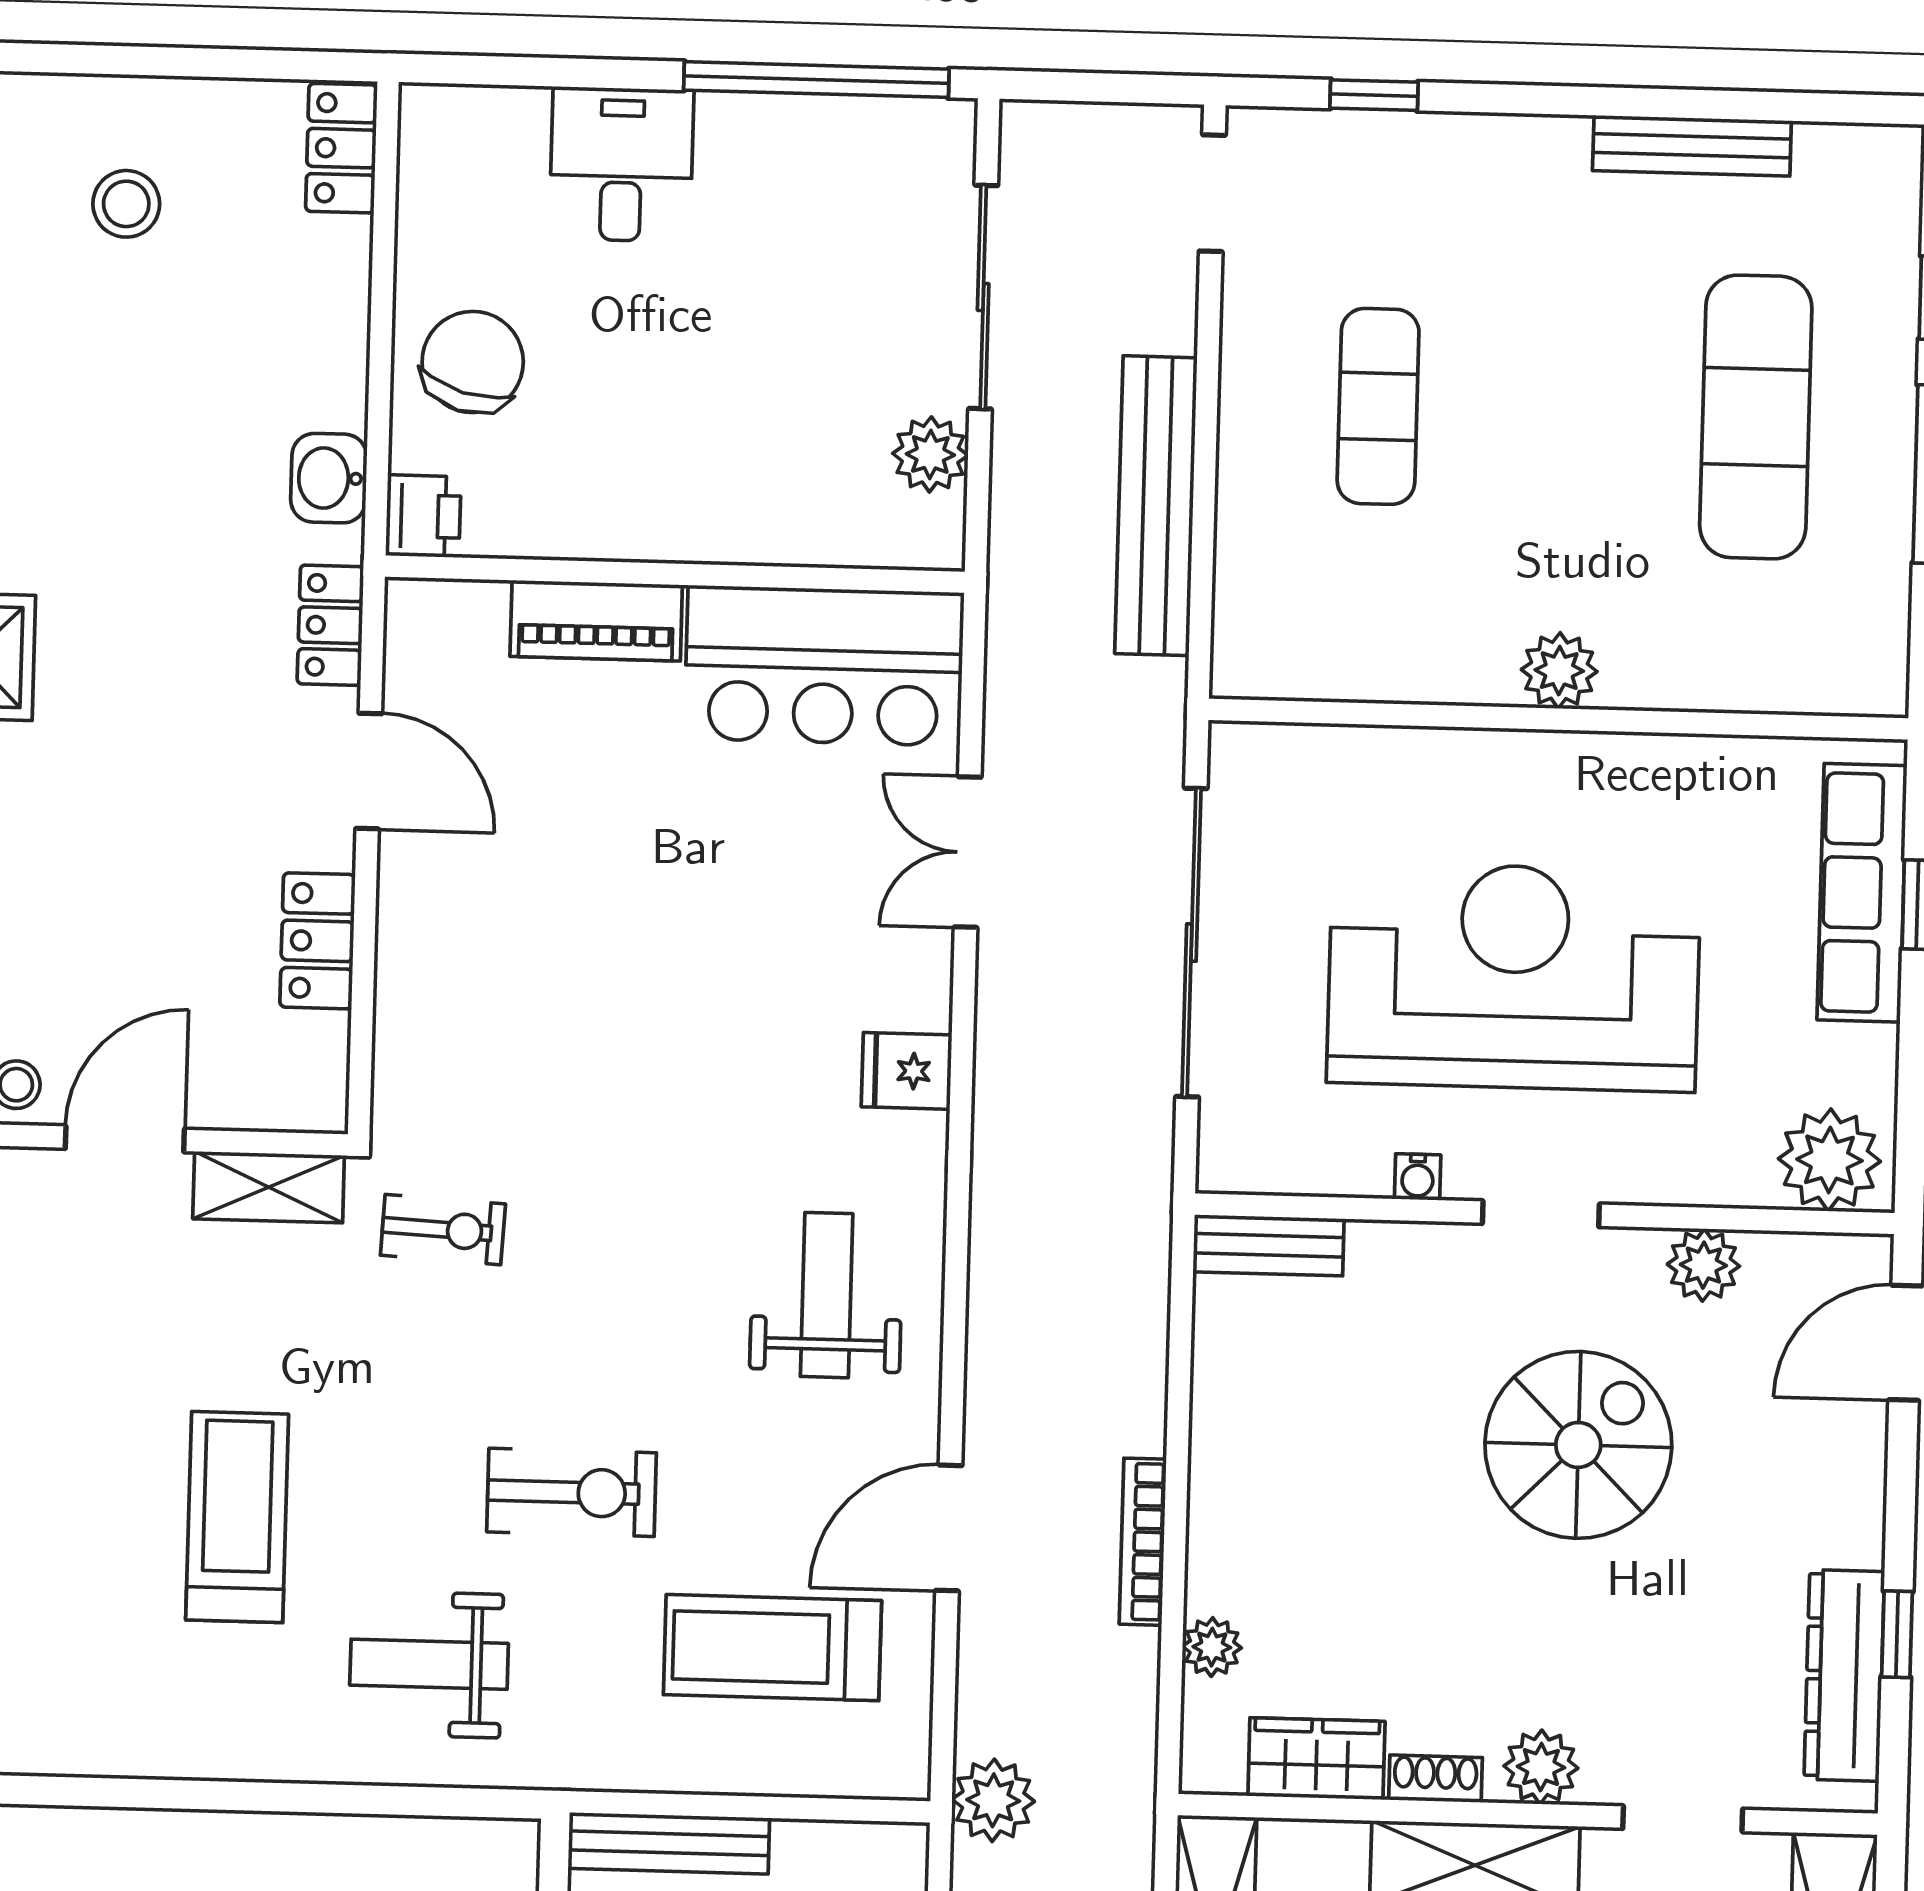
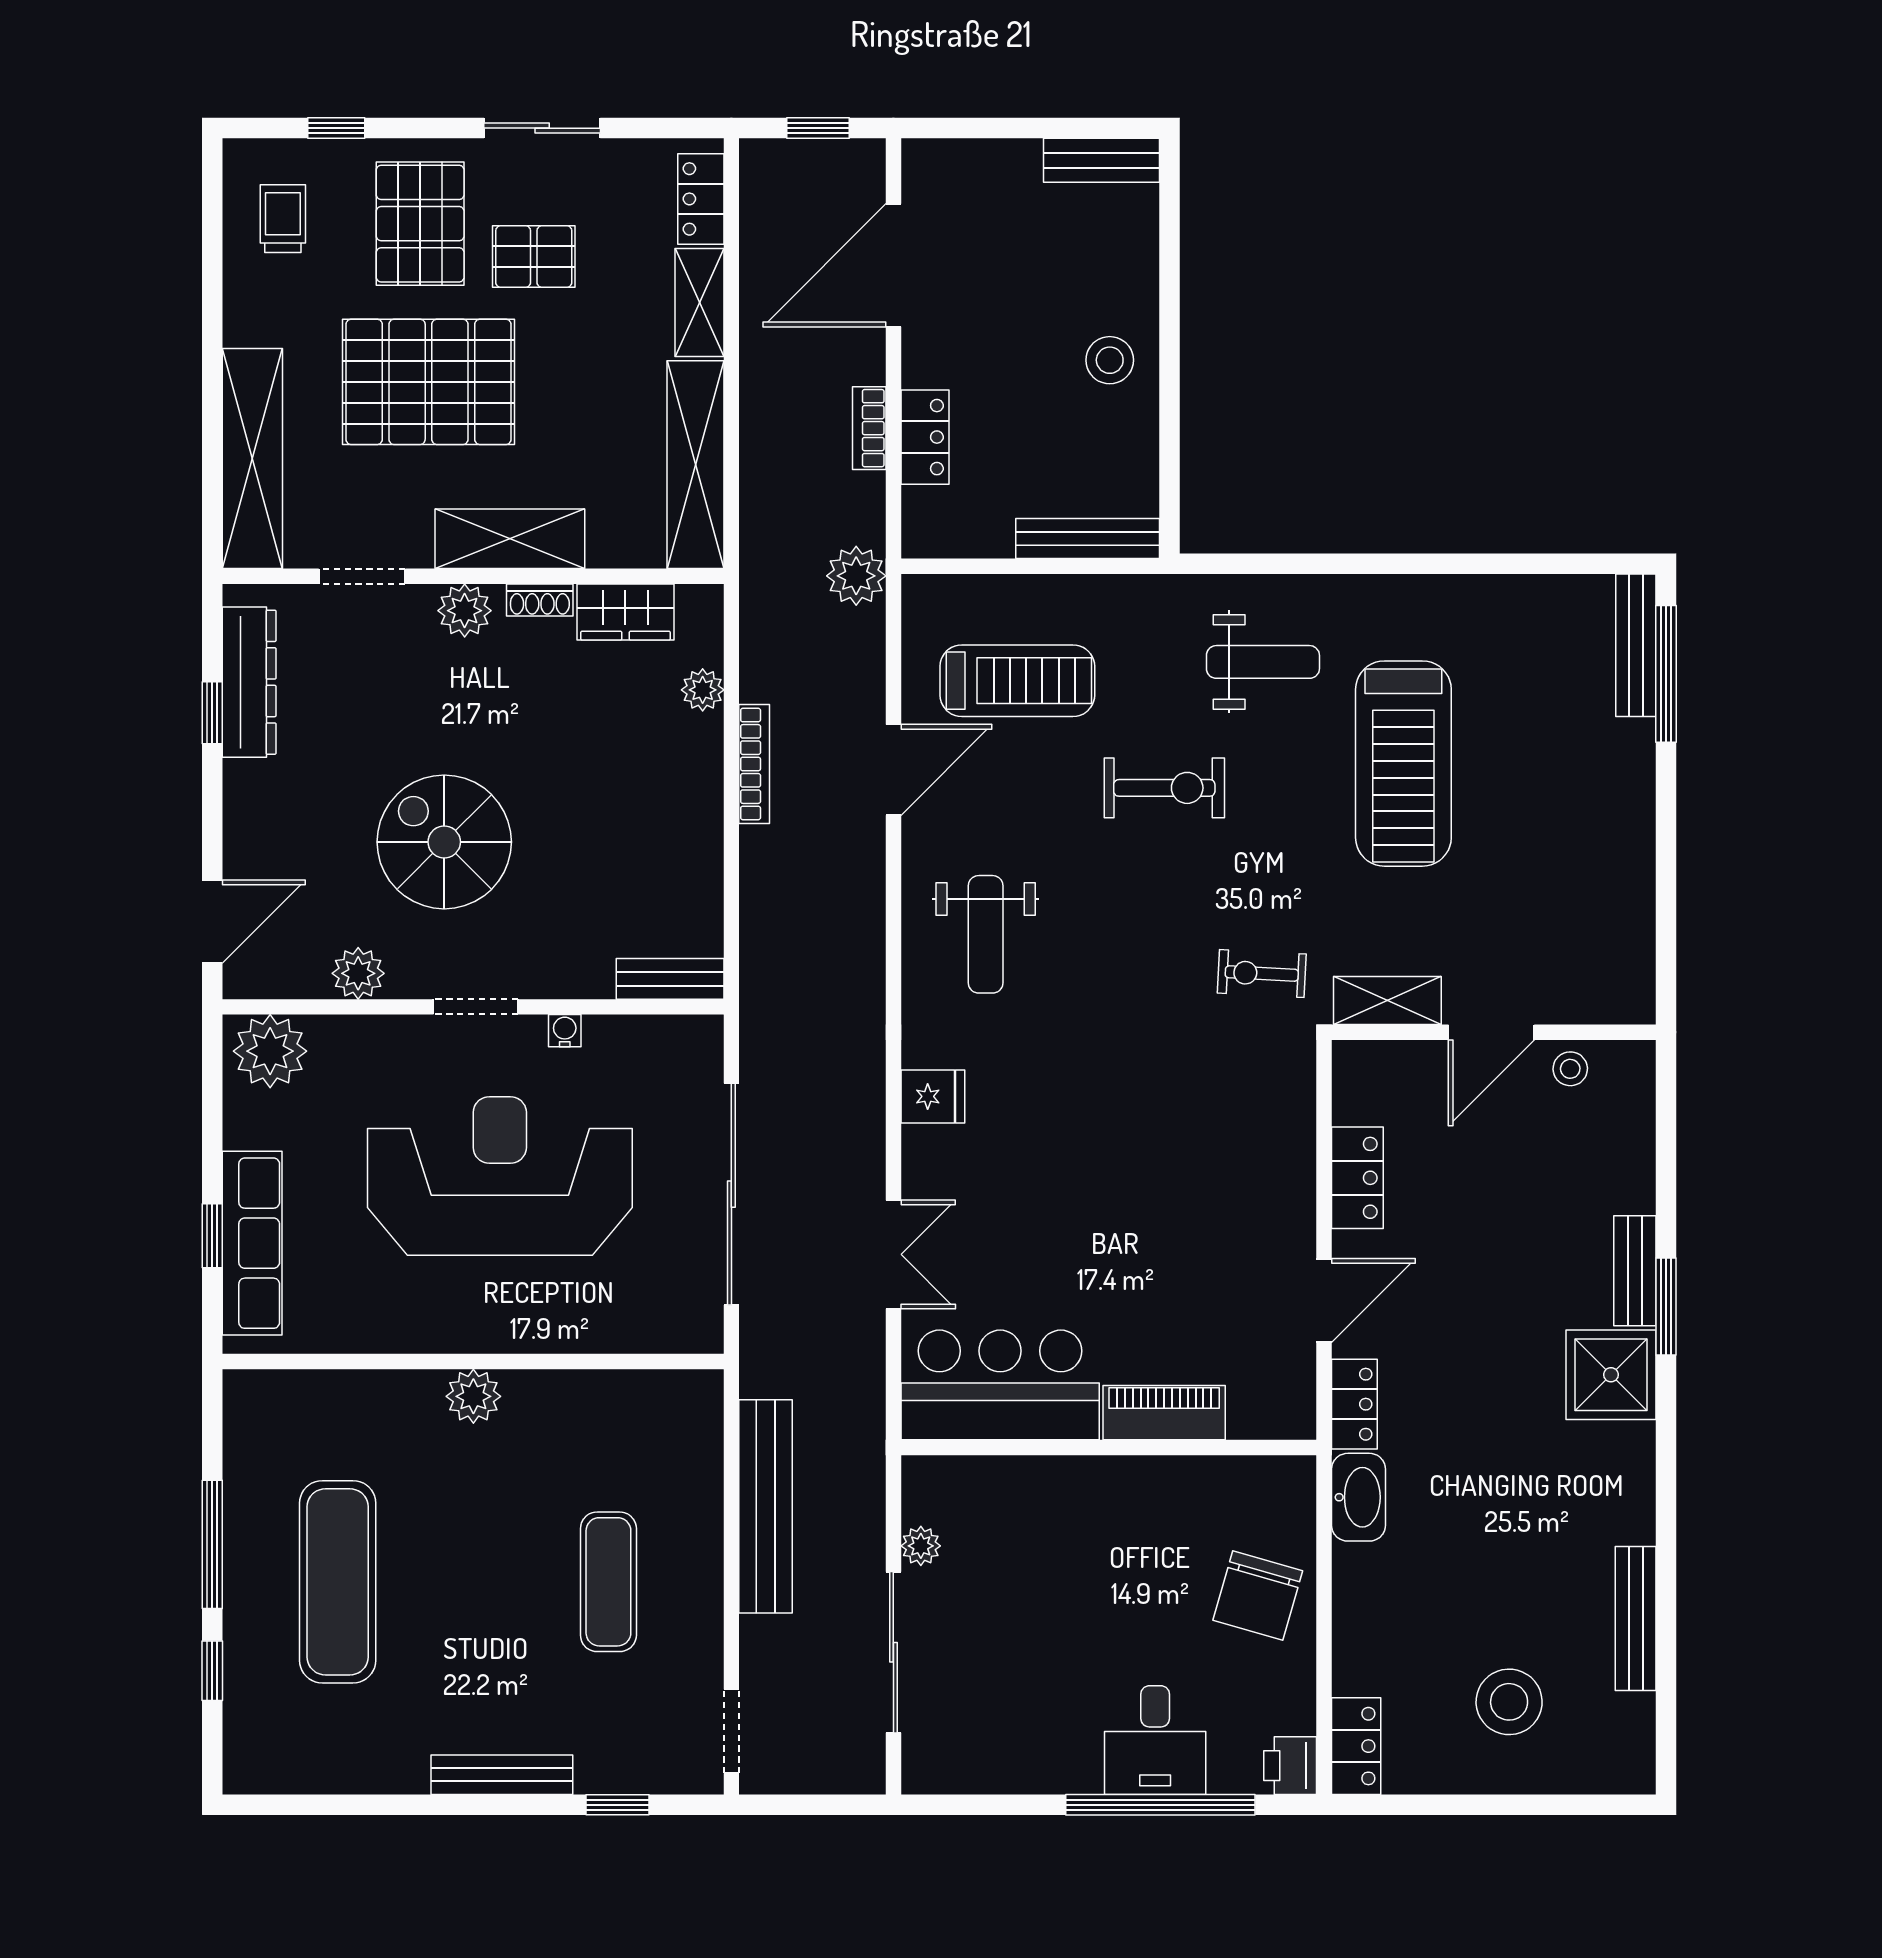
window: (816, 80) -> (1160, 1805), moved
bench: (1692, 146) -> (502, 1775), moved
stool: (126, 204) -> (1509, 1702), width x1.38, depth x1.38
plant: (930, 454) -> (921, 1546), width x0.73, depth x0.73
washbasin: (329, 478) -> (1359, 1497), width x1.38
printer: (423, 516) -> (1290, 1766), moved
door: (369, 771) -> (1324, 1300), swing flipped
reception desk: (1514, 977) -> (500, 1176), turned 180
spiral stairs: (1578, 1445) -> (444, 842), turned 90
exercise bike: (572, 1492) -> (1164, 788), turned 180
treadmill: (237, 1517) -> (1403, 764), width x1.37, depth x1.38

